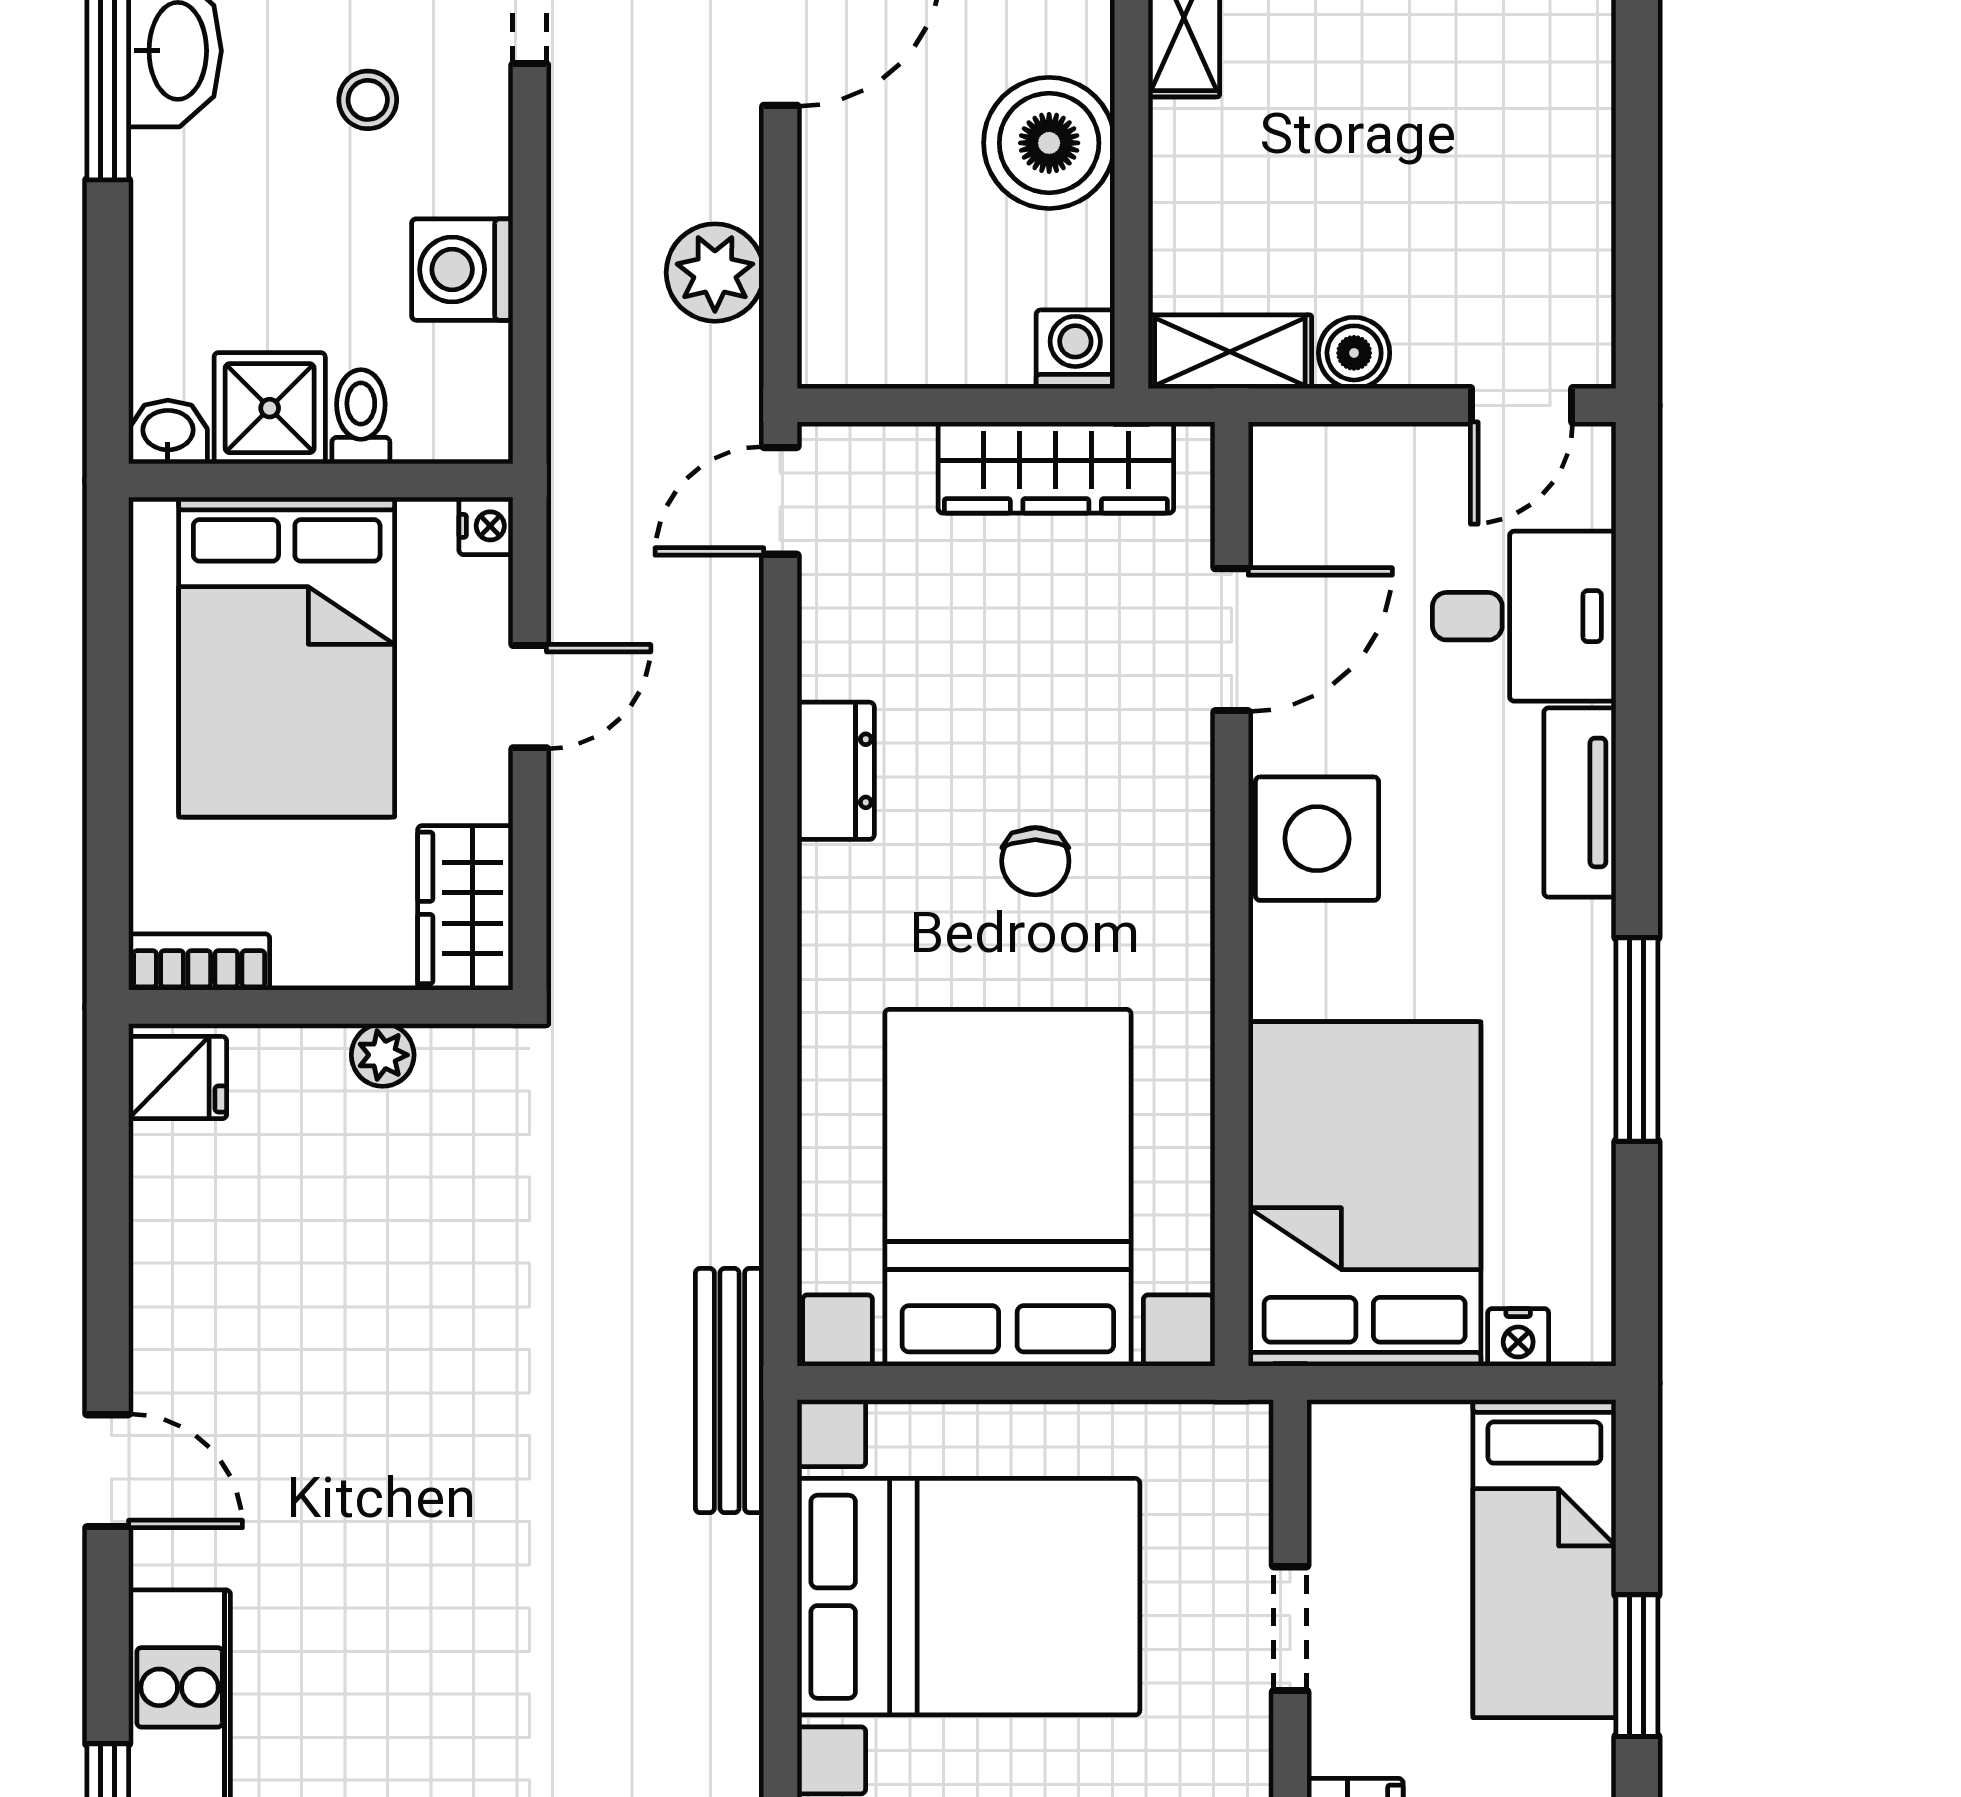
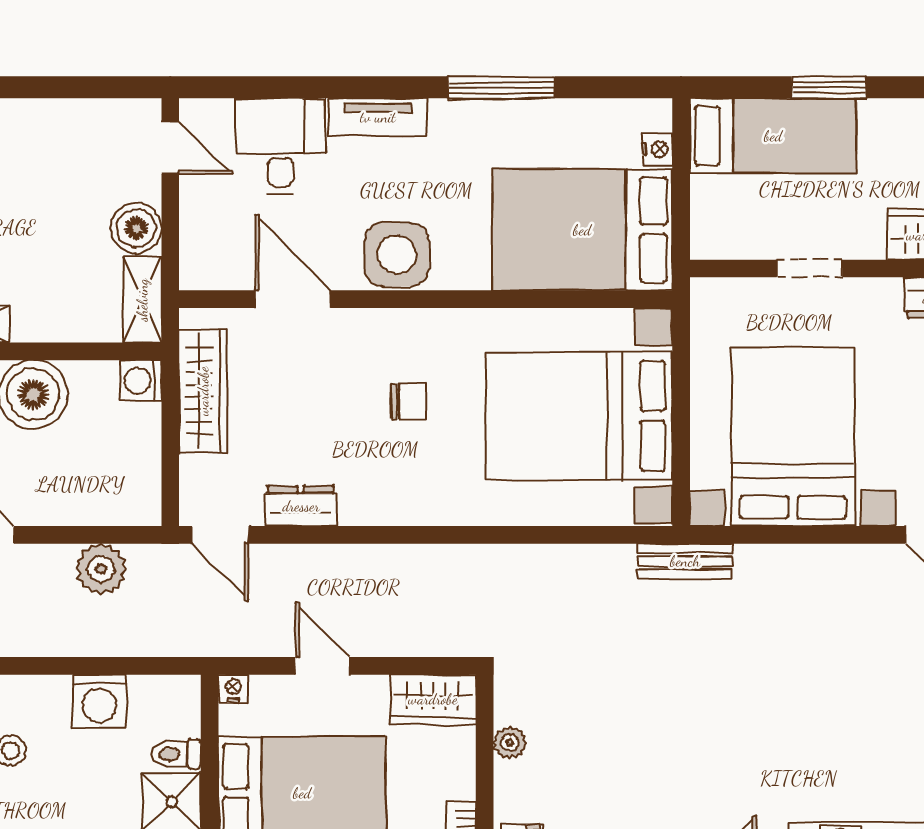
boiler: (1354, 353) -> (136, 228), width x1.36, depth x1.36
dresser: (836, 771) -> (301, 506), moved
bench: (729, 1391) -> (685, 561), width x0.73

